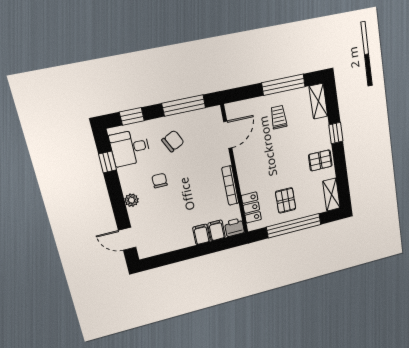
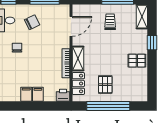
shelving: (331, 195) -> (78, 59), moved
filing cabinet: (217, 230) -> (26, 94), moved

